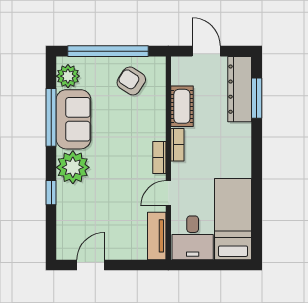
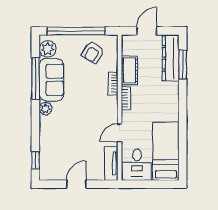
door: (206, 51) -> (147, 31), hinge flipped
armchair: (131, 81) -> (93, 52), turned -91
bookcase: (159, 157) -> (113, 84), moved
plant: (73, 167) -> (46, 109), width x0.53, depth x0.53
window: (51, 193) -> (35, 160), moved
door: (91, 265) -> (76, 184), moved

